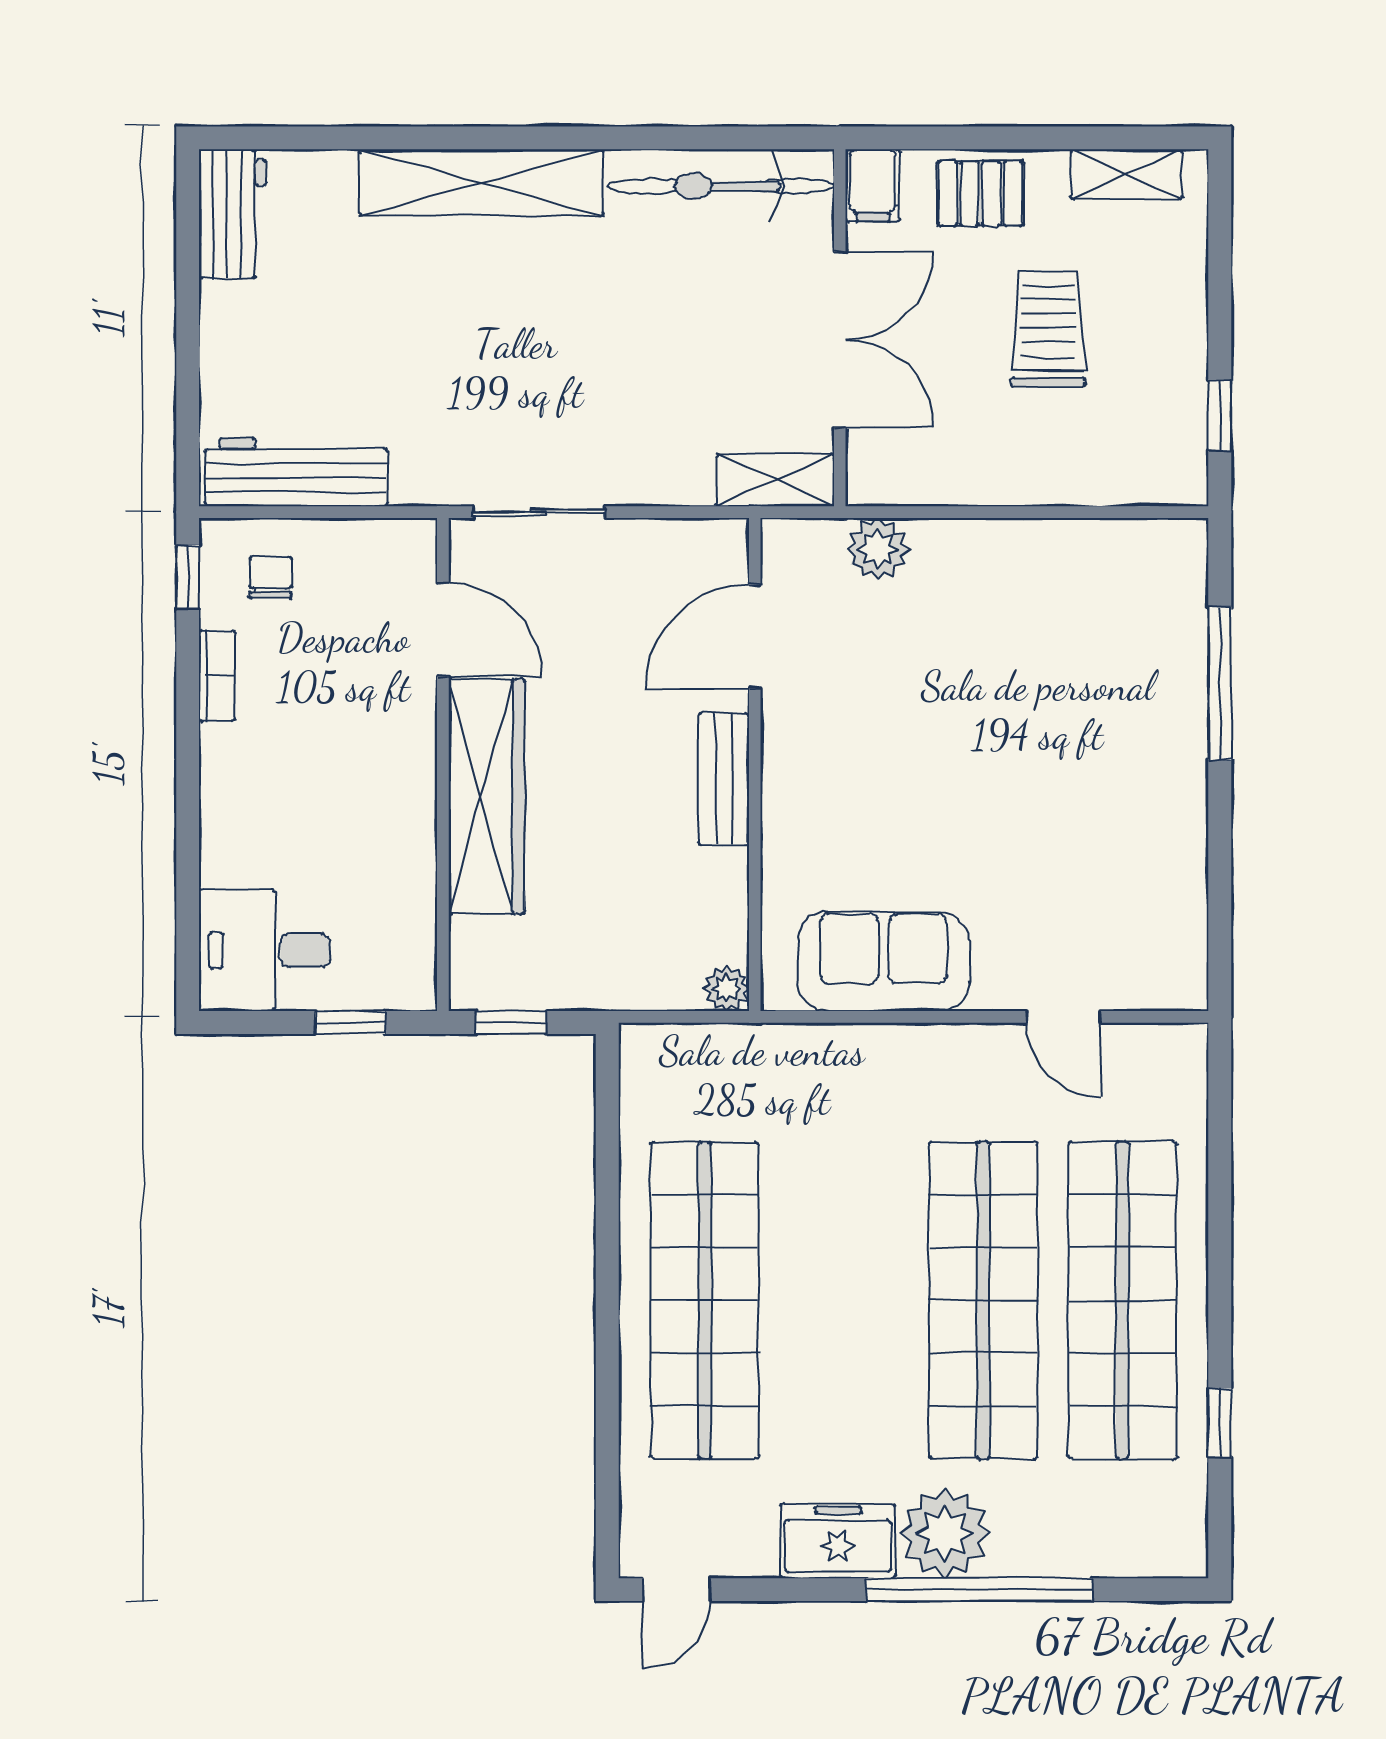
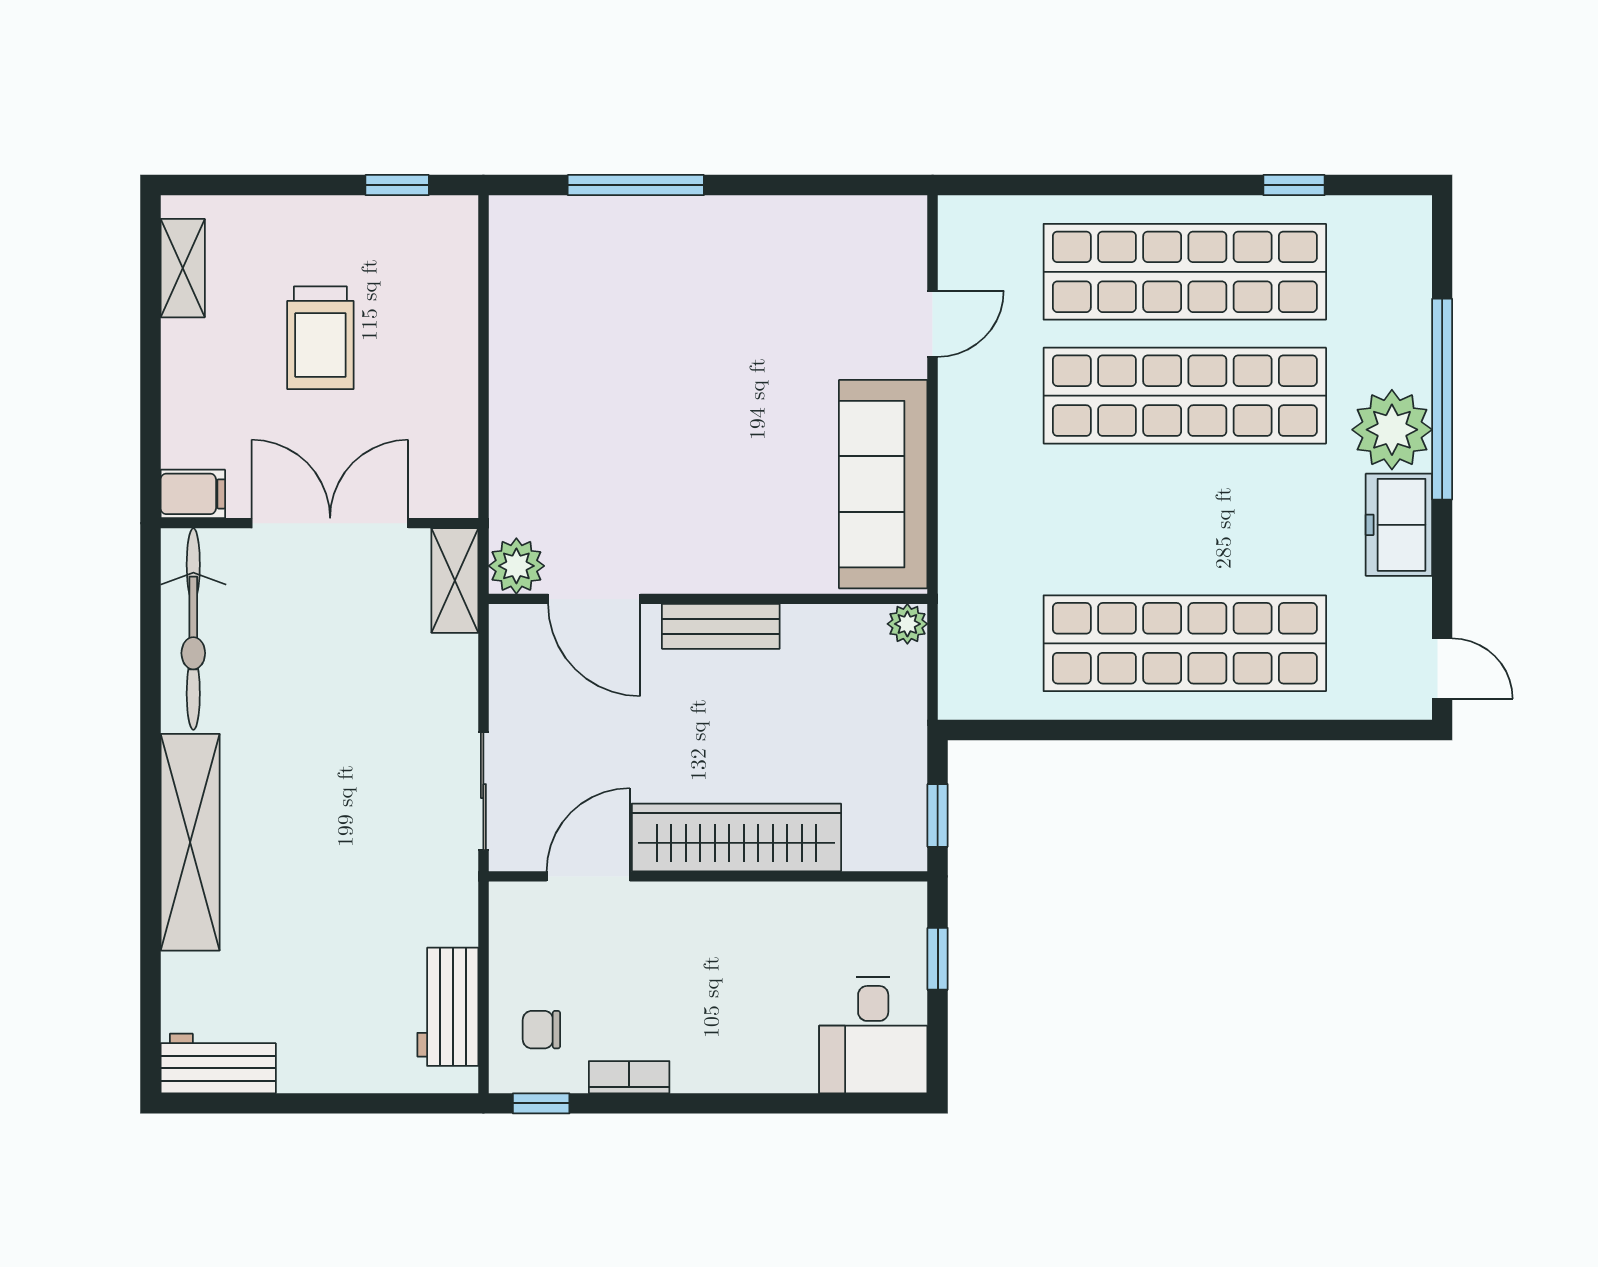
pallet: (980, 194) -> (200, 398), removed
trolley: (1048, 329) -> (320, 338), turned -90
workbench: (296, 472) -> (448, 1007), width x0.73
plant: (878, 549) -> (516, 566), moved
sofa: (884, 961) -> (883, 484), width x1.36

